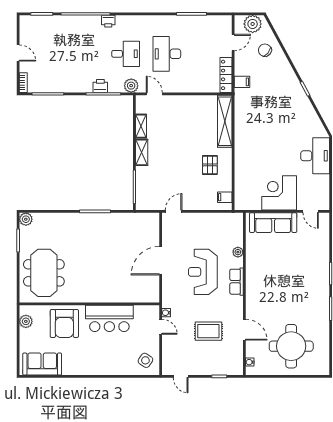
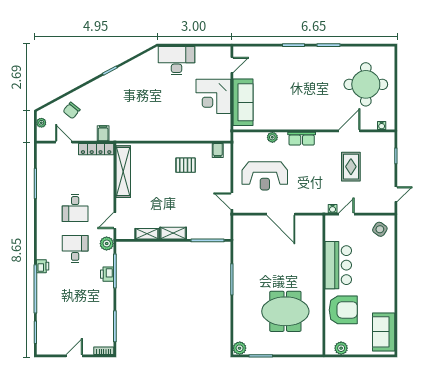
plant: (253, 24) -> (41, 123), width x0.53, depth x0.53
desk: (167, 54) -> (75, 208), width x0.73
shelving: (225, 121) -> (123, 172), moved, turned 90
reception desk: (203, 272) -> (265, 176), moved
meeting table: (44, 273) -> (285, 311), moved

